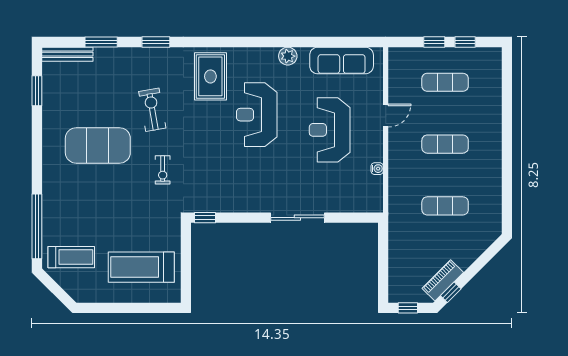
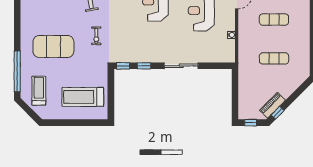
exercise mat: (98, 145) -> (53, 46), moved
window: (238, 218) -> (144, 66), added
treadmill: (71, 257) -> (39, 91), turned -90

